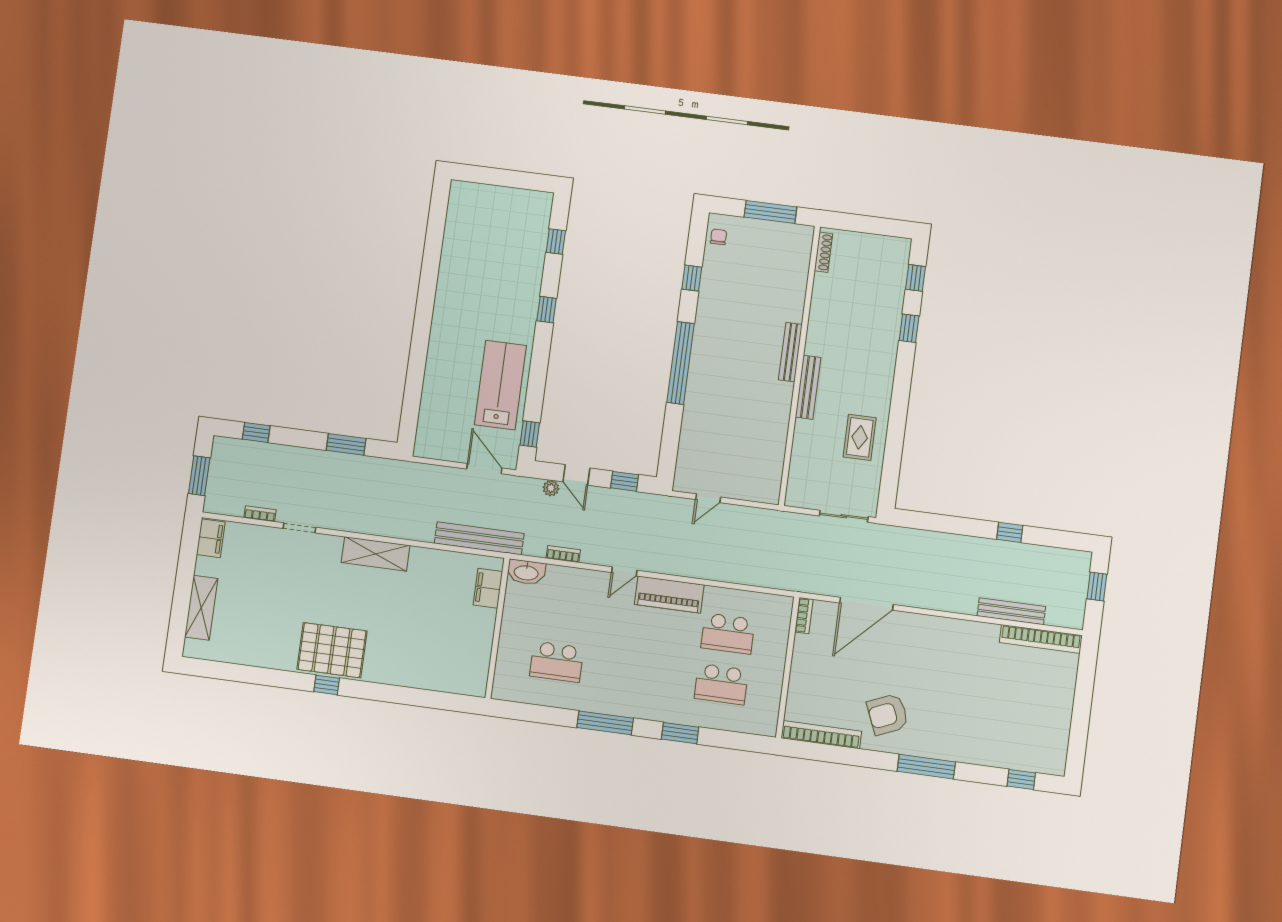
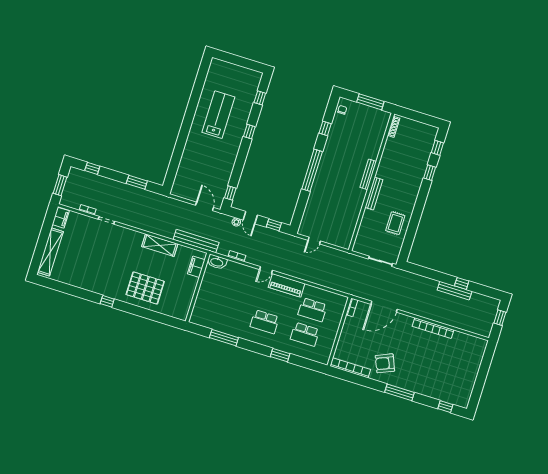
lab bench: (500, 385) -> (218, 115), moved
shelving: (376, 554) -> (160, 245), moved
shelving: (201, 608) -> (50, 252), width x1.47
bench: (1011, 611) -> (455, 291), moved
bookcase: (1041, 639) -> (433, 328), moved
pallet: (332, 650) -> (145, 288), moved
school desk: (557, 662) -> (265, 322), moved
window: (605, 723) -> (224, 338), moved

